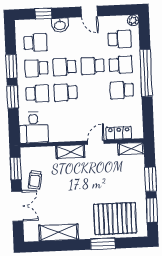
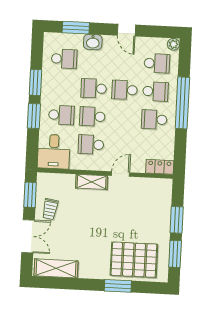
window: (43, 13) -> (76, 28), width x1.50
school desk: (36, 68) -> (91, 145), moved
locker: (119, 133) -> (160, 167), moved
shelving: (131, 149) -> (158, 184), removed
shelving: (59, 232) -> (56, 268), moved

